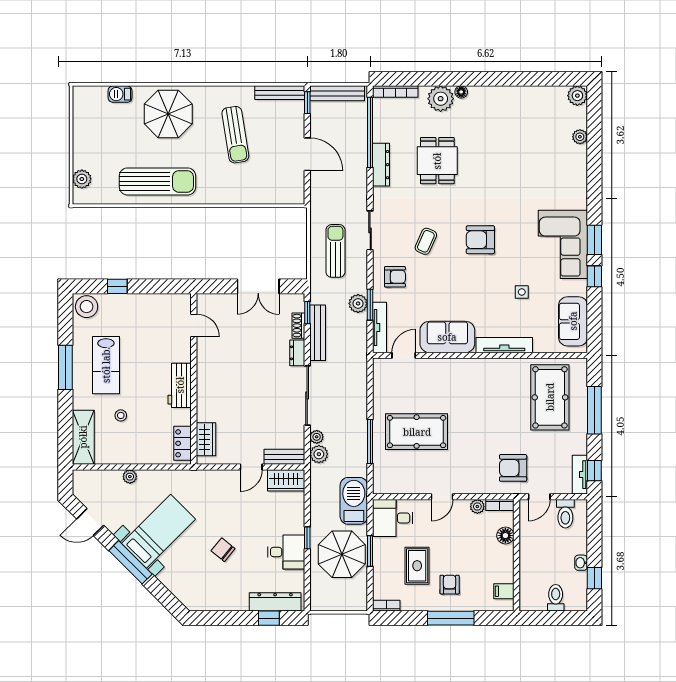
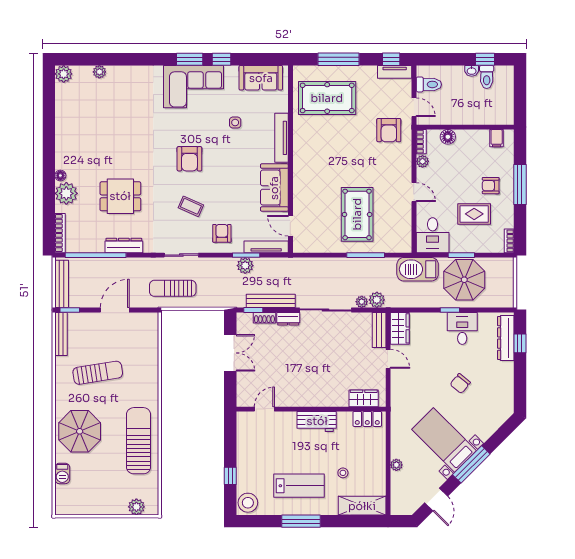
sun lounger: (335, 251) -> (173, 288), moved
toilet: (556, 598) -> (487, 77), moved, turned -90

